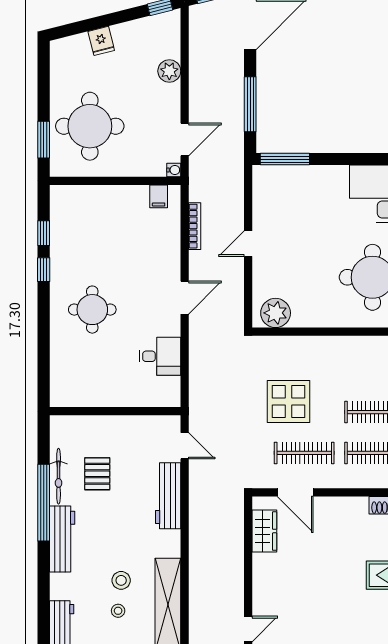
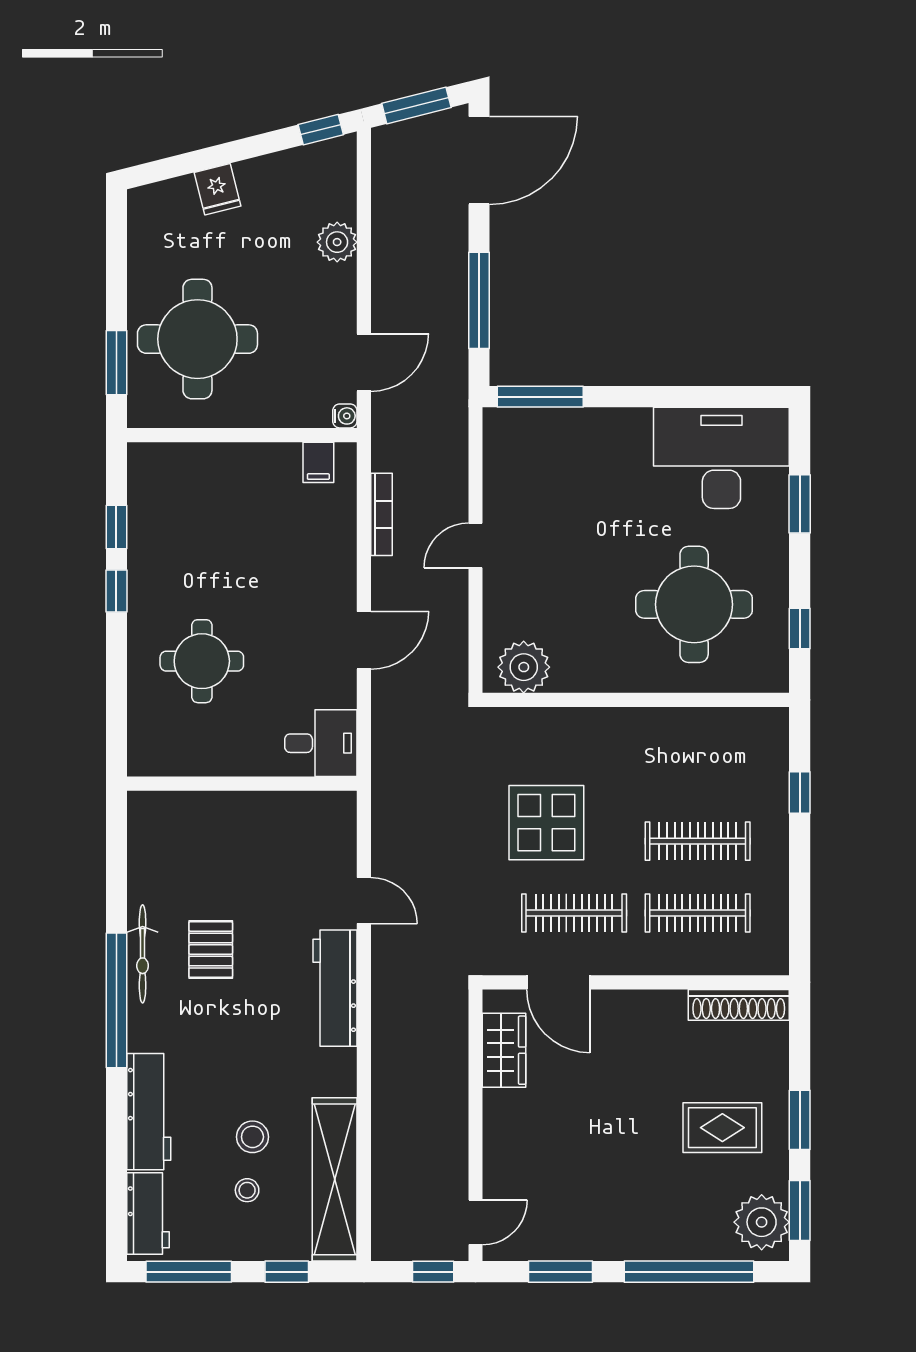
wall: (115, 411) -> (242, 784), moved
workbench: (62, 539) -> (149, 1112), moved

